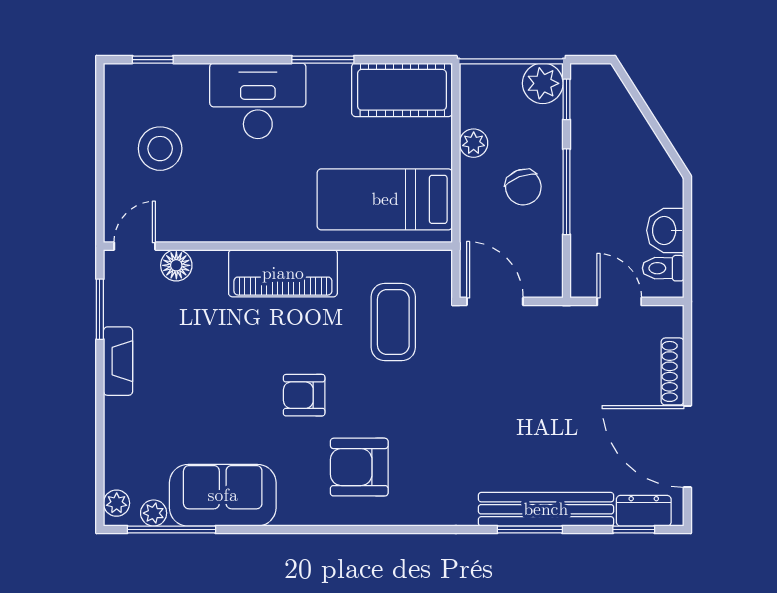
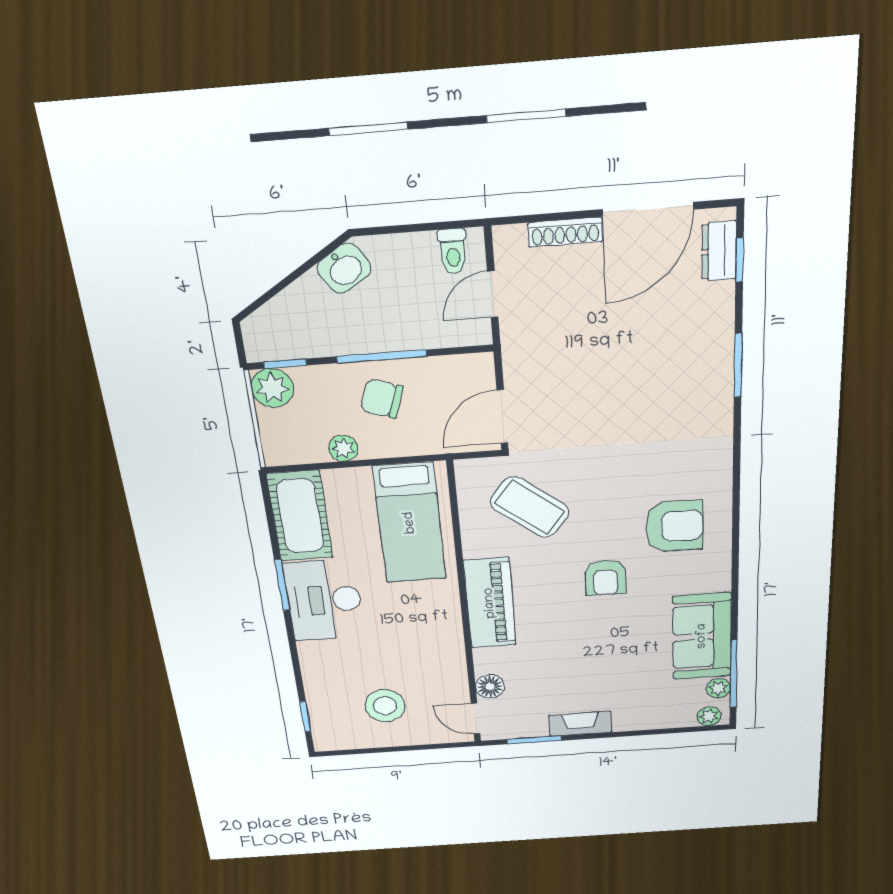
desk: (258, 101) -> (324, 600), moved
chair: (523, 187) -> (382, 398), turned -140
washbasin: (665, 230) -> (344, 268), moved, turned -32
coffee table: (393, 322) -> (530, 507), turned 38
armchair: (359, 467) -> (674, 526), turned -90
bench: (546, 509) -> (717, 351), removed

